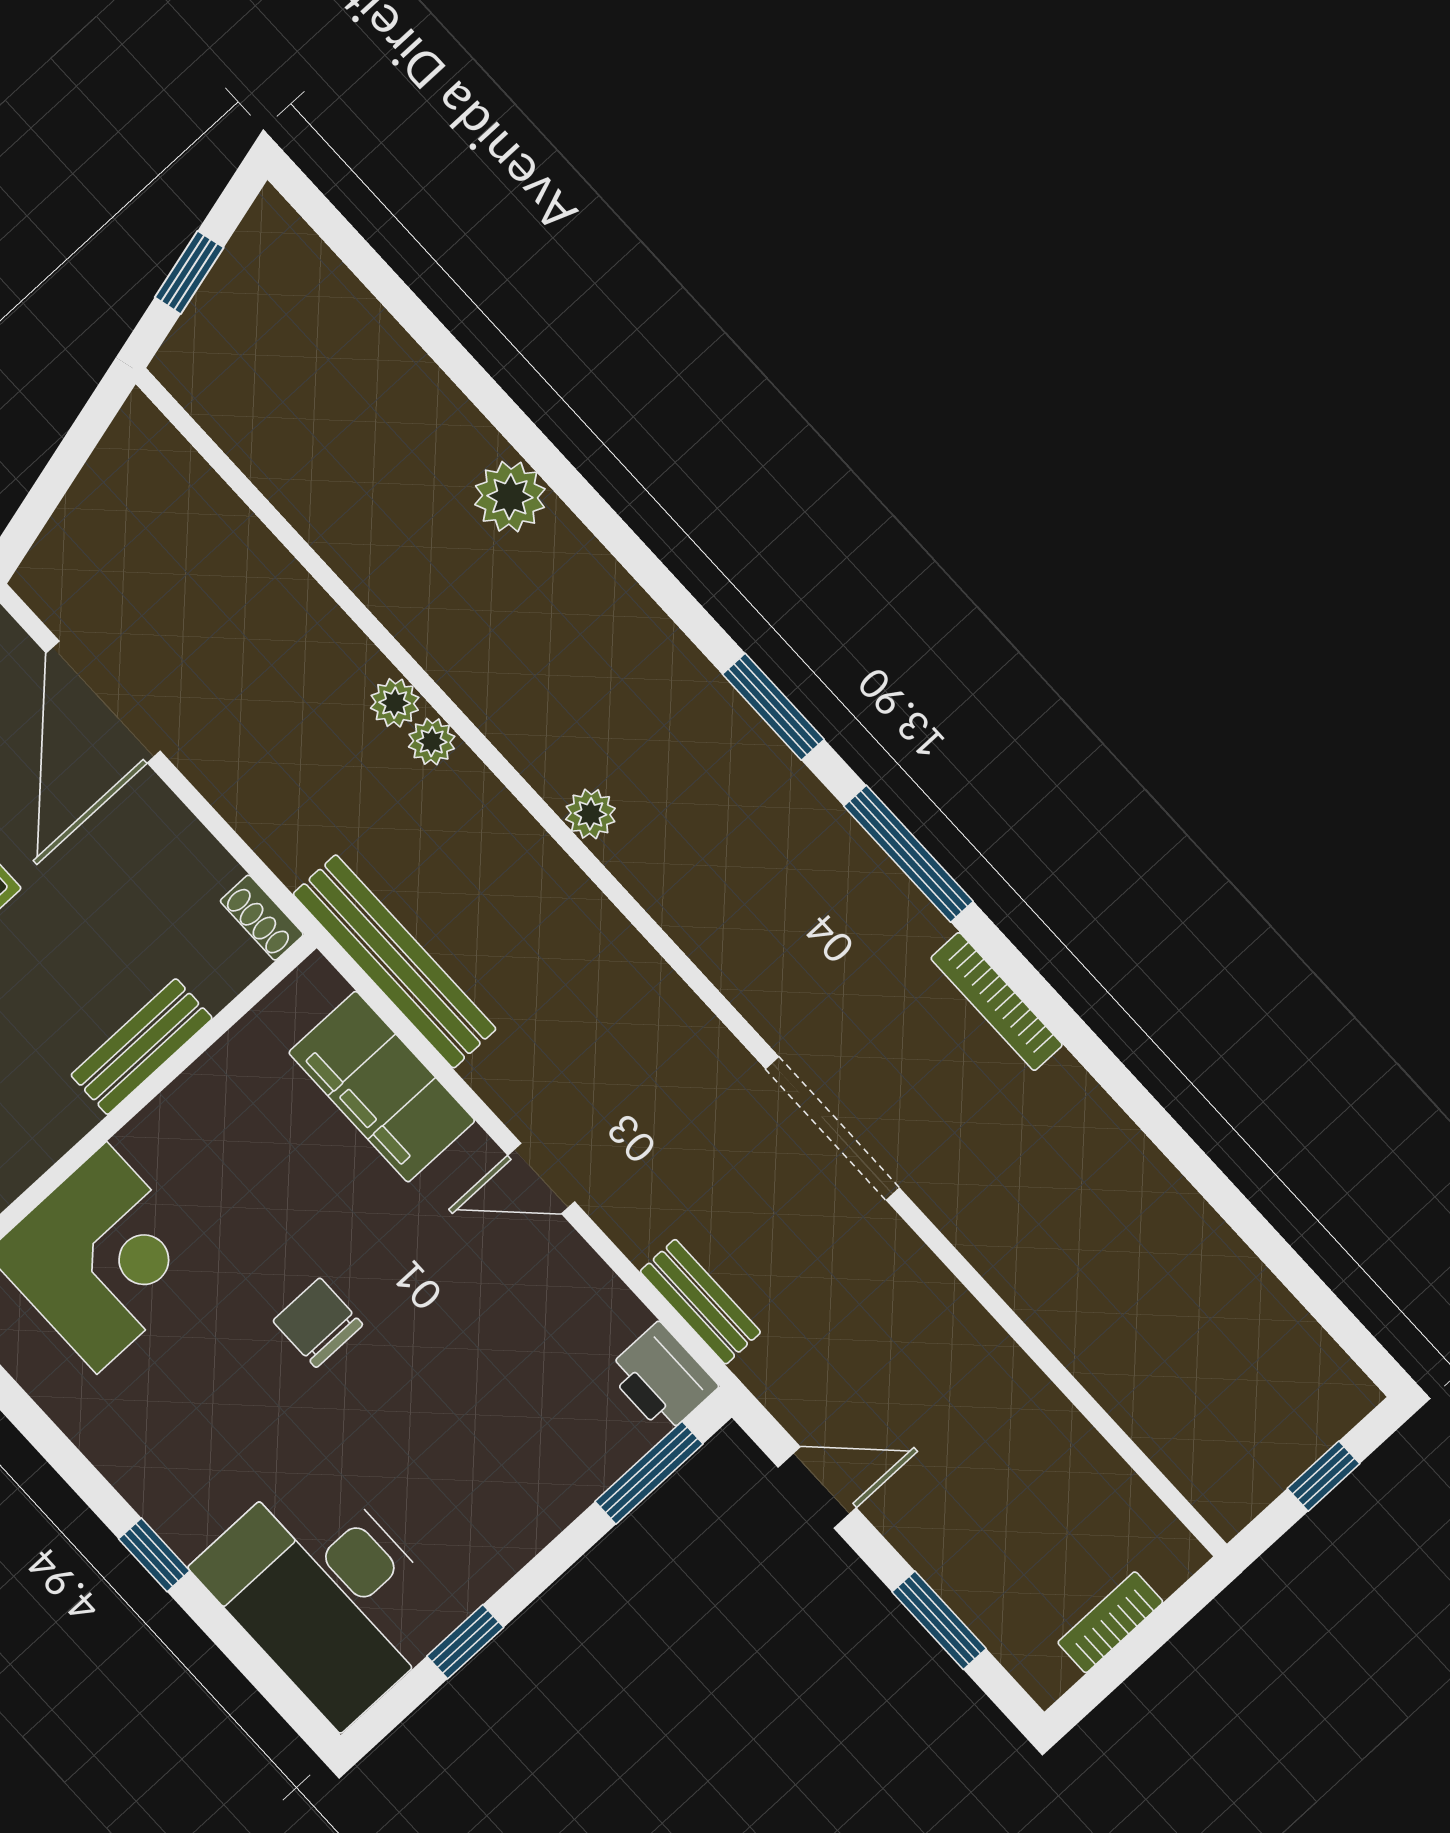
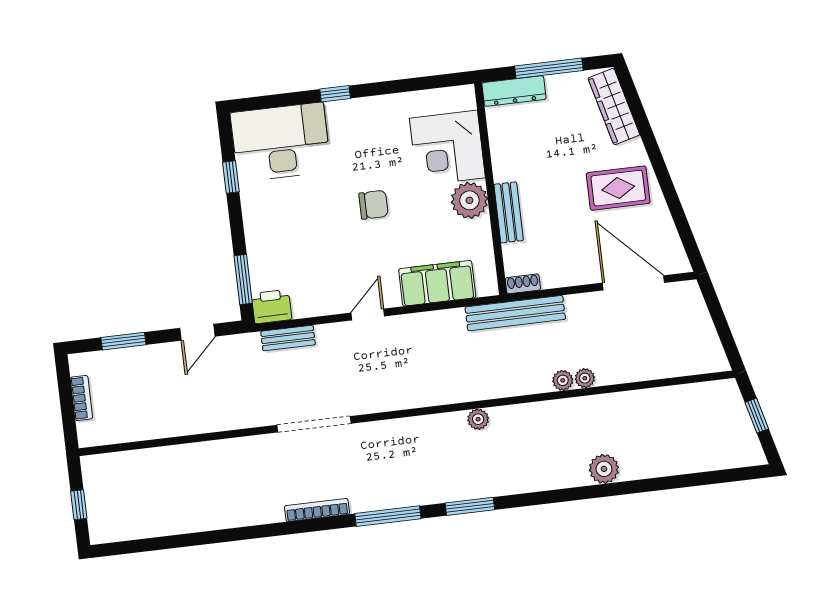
plant: (432, 742) -> (585, 378), moved
bench: (395, 961) -> (515, 313), moved
plant: (173, 1141) -> (469, 200), added

